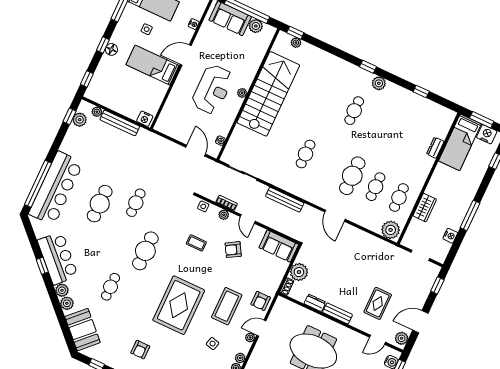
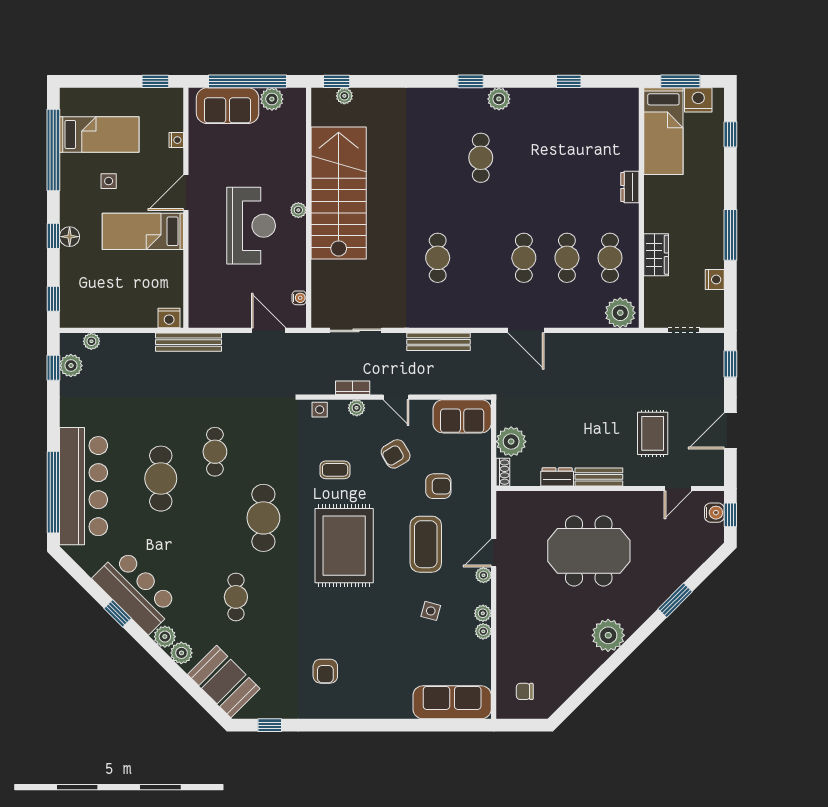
bench: (120, 123) -> (188, 342), moved
dresser: (435, 148) -> (630, 187), moved
cafe table: (352, 176) -> (524, 258), width x0.73, depth x0.74
armchair: (261, 301) -> (438, 486), moved, turned -90
rug: (179, 305) -> (344, 546), moved
plant: (402, 338) -> (713, 469), removed

